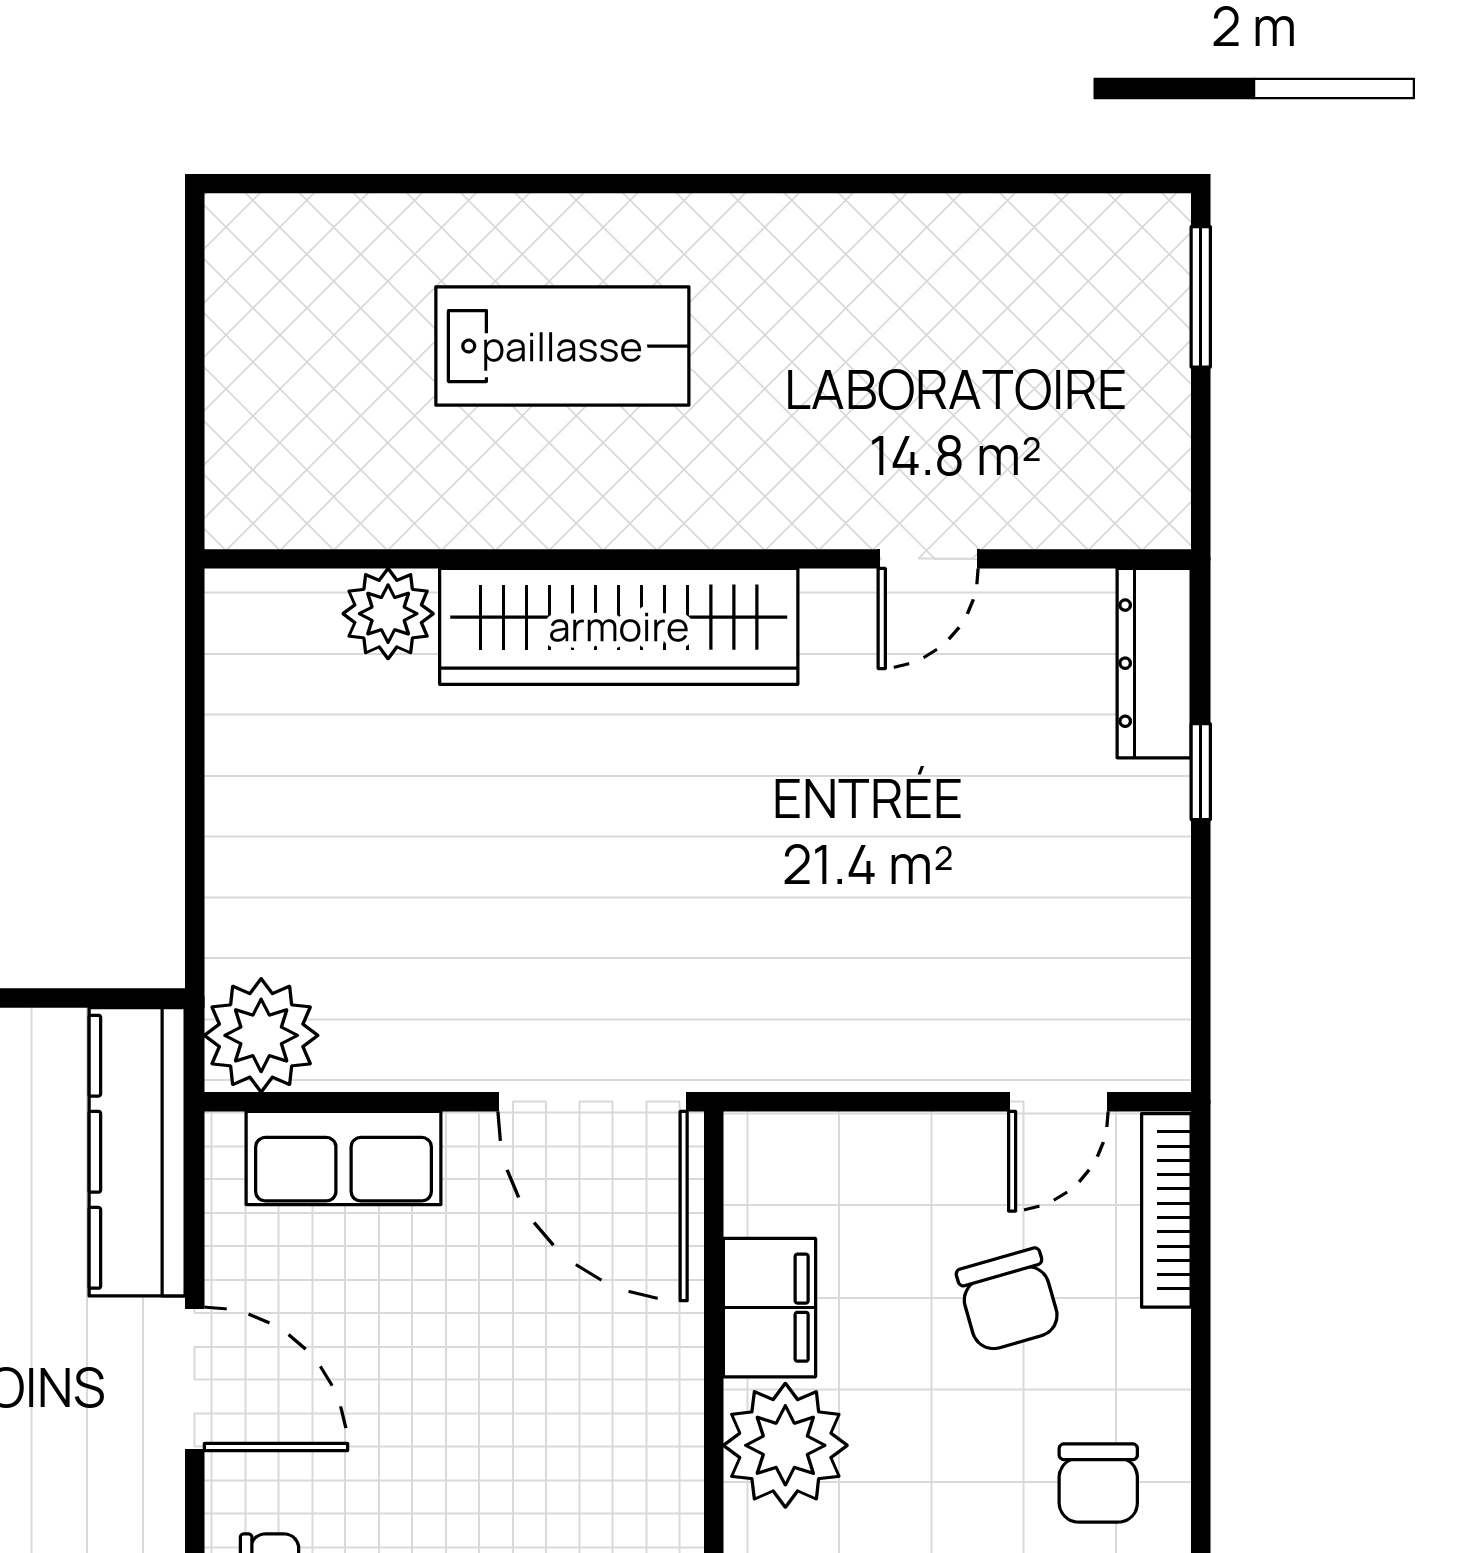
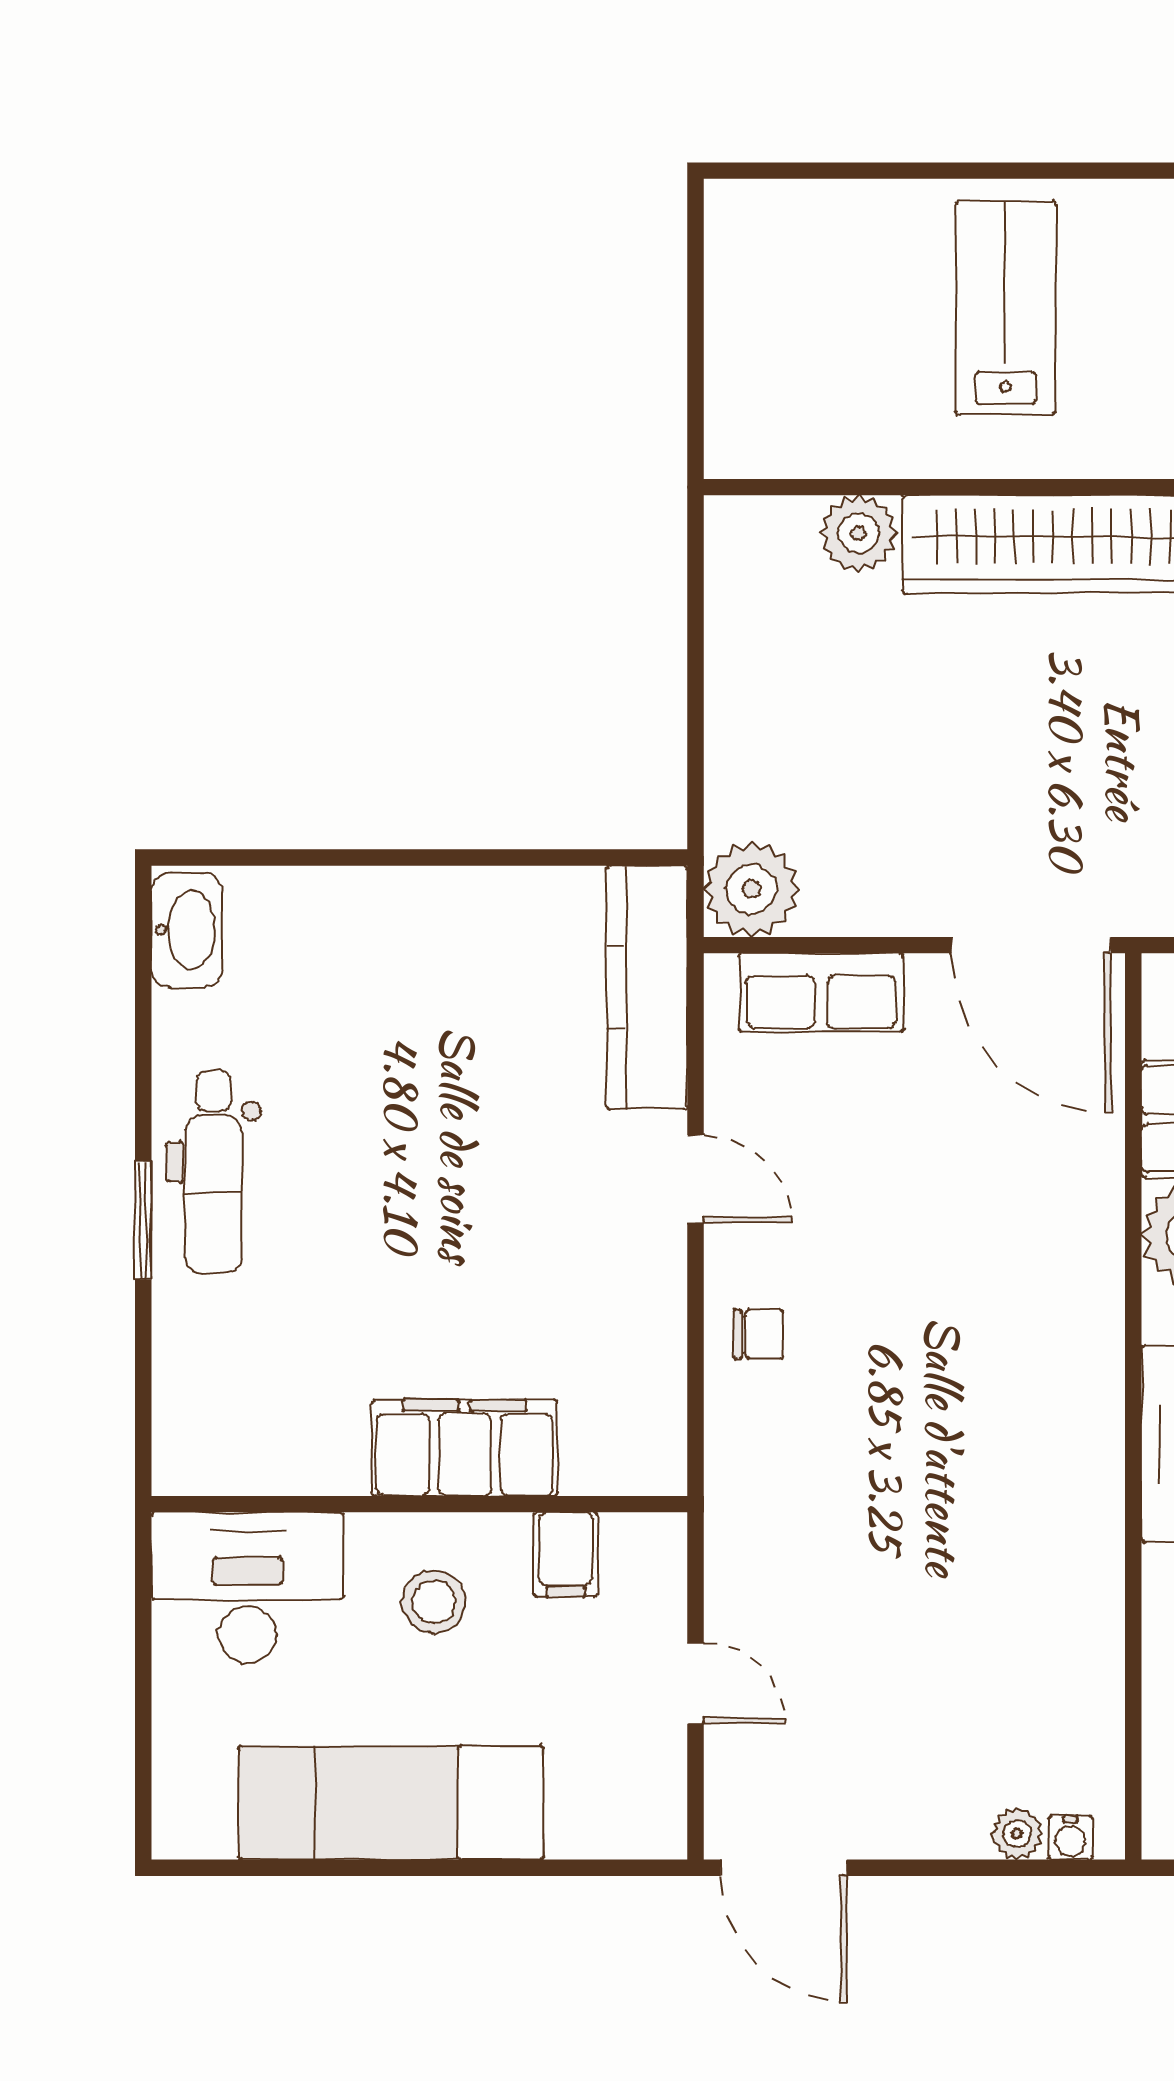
lab bench: (562, 346) -> (1006, 308), turned -90
door: (195, 1379) -> (695, 1179), width x0.73

